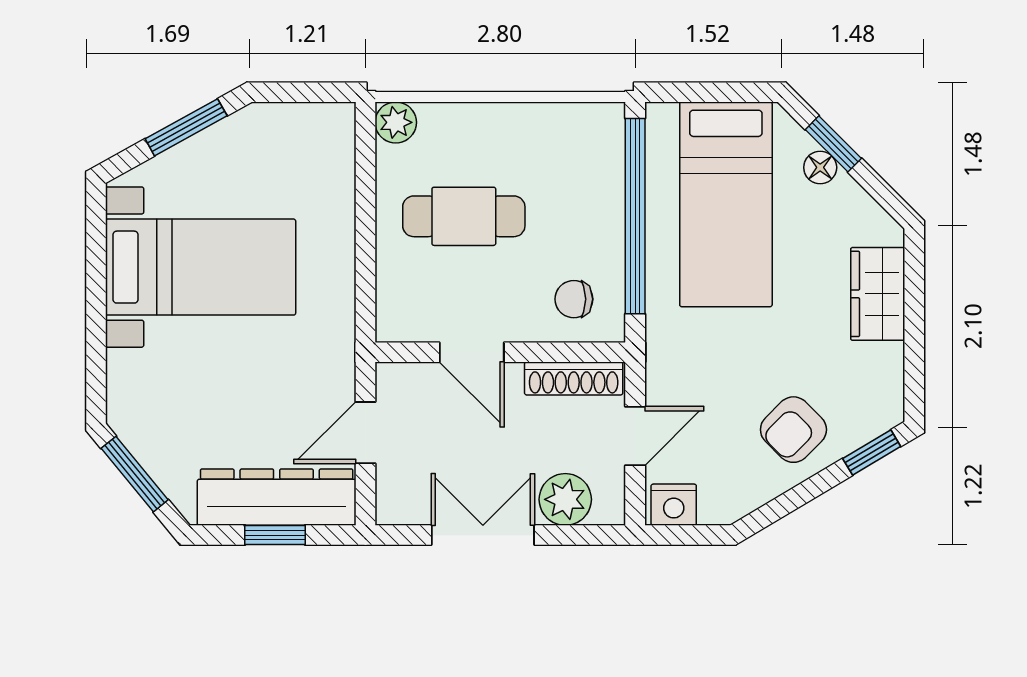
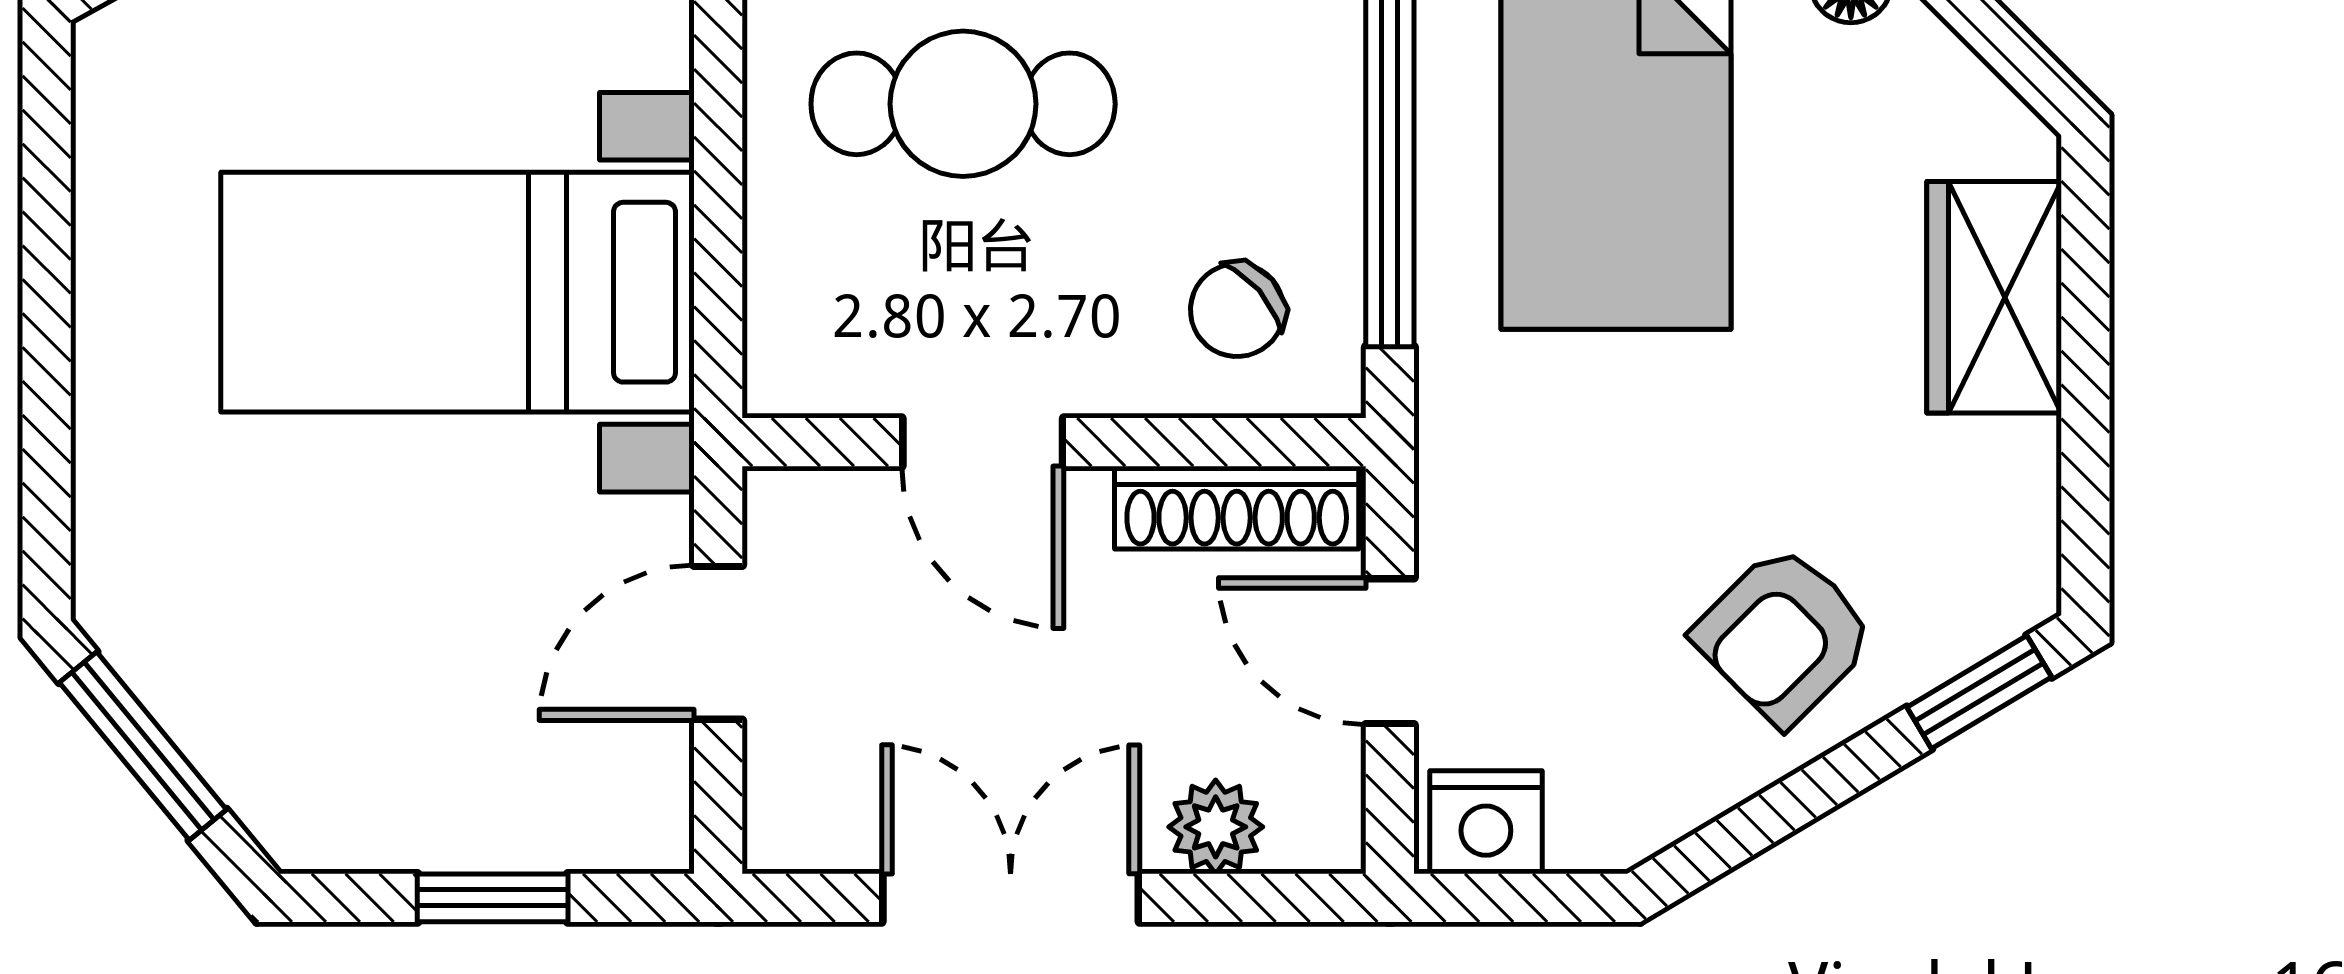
bed with nightstands: (201, 267) -> (458, 292), moved, turned 180
chair: (574, 299) -> (1237, 310), turned -41
door: (635, 436) -> (1390, 651), swing flipped
dresser: (277, 497) -> (497, 804), removed
plant: (565, 499) -> (1216, 827), width x0.73, depth x0.73

